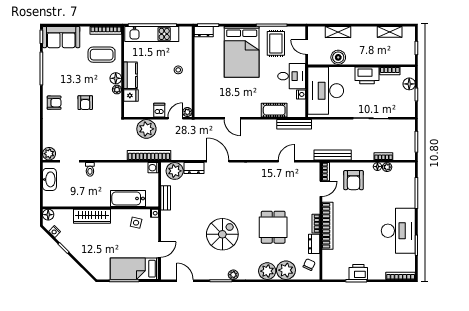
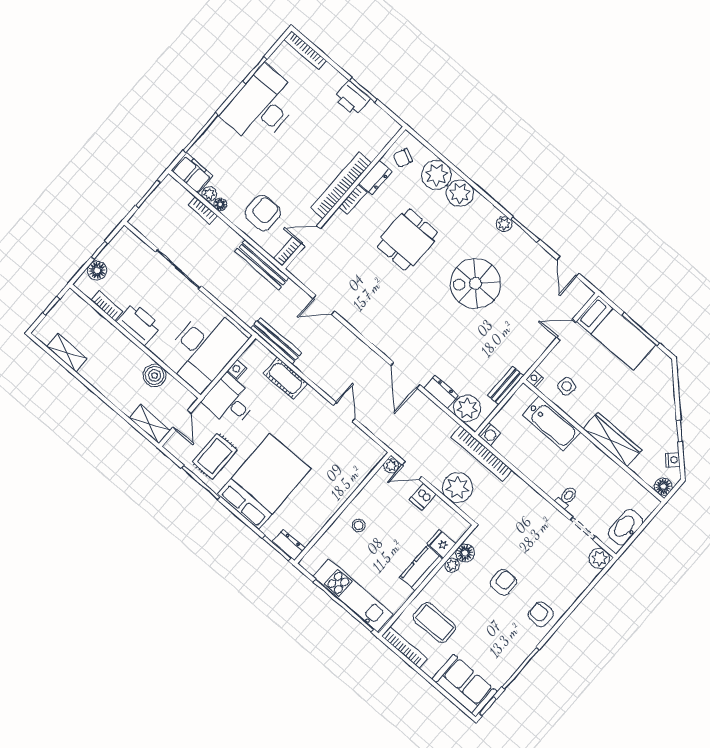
shelving: (338, 32) -> (150, 424), moved
floor lamp: (116, 78) -> (465, 553), moved
filing cabinet: (404, 170) -> (192, 173), added

